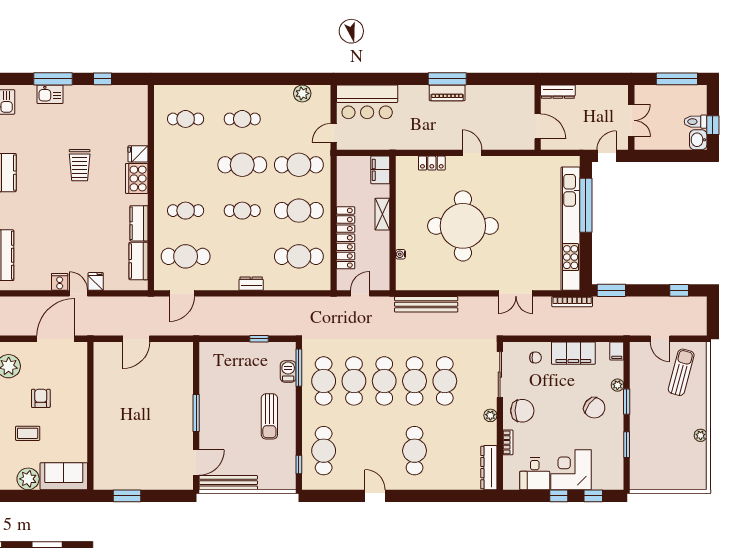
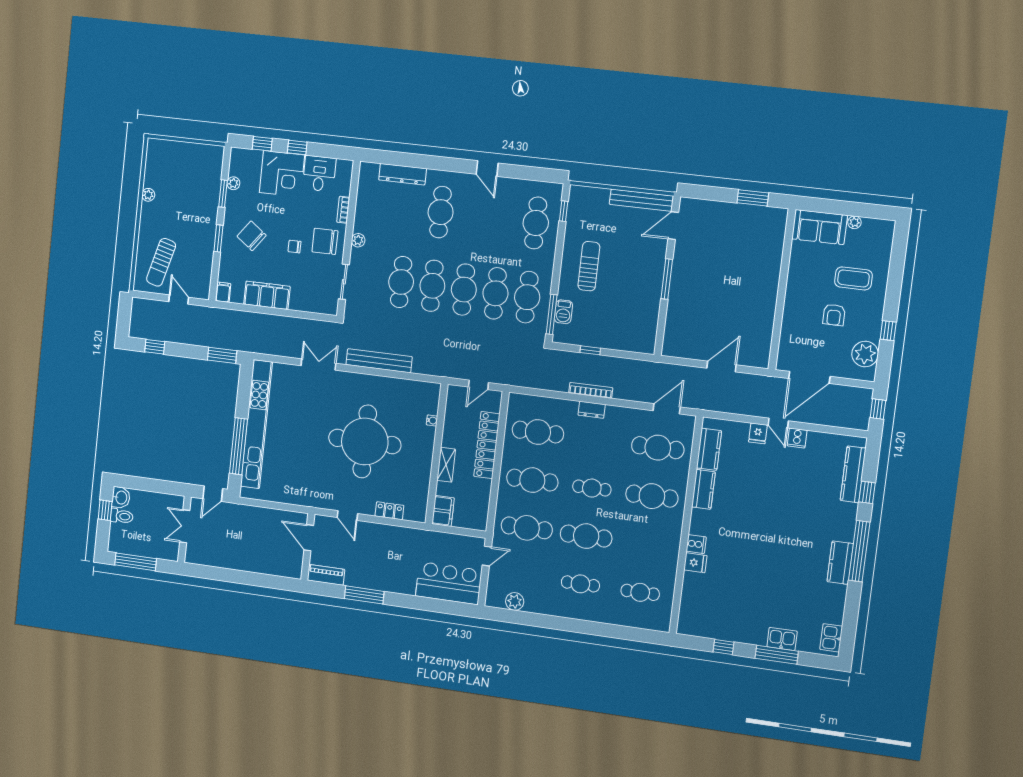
dresser: (558, 92) -> (254, 566), removed
piano: (447, 93) -> (326, 575), moved
wall: (538, 117) -> (308, 547), moved
door: (538, 126) -> (309, 538), moved
trolley: (80, 165) -> (760, 560), removed
cooker: (137, 178) -> (696, 544), width x0.53, depth x0.76
cafe table: (186, 211) -> (652, 496), width x1.37, depth x1.35
bookcase: (572, 302) -> (591, 390), moved
bench: (426, 304) -> (379, 361), moved
chair: (535, 358) -> (294, 247), moved
sliding door: (500, 375) -> (344, 282), width x0.73
plant: (617, 385) -> (233, 183), moved
coffee table: (28, 433) -> (853, 278), width x1.36, depth x1.30
dresser: (489, 468) -> (403, 174), moved, turned 90
plant: (28, 479) -> (854, 222), width x0.53, depth x0.53

